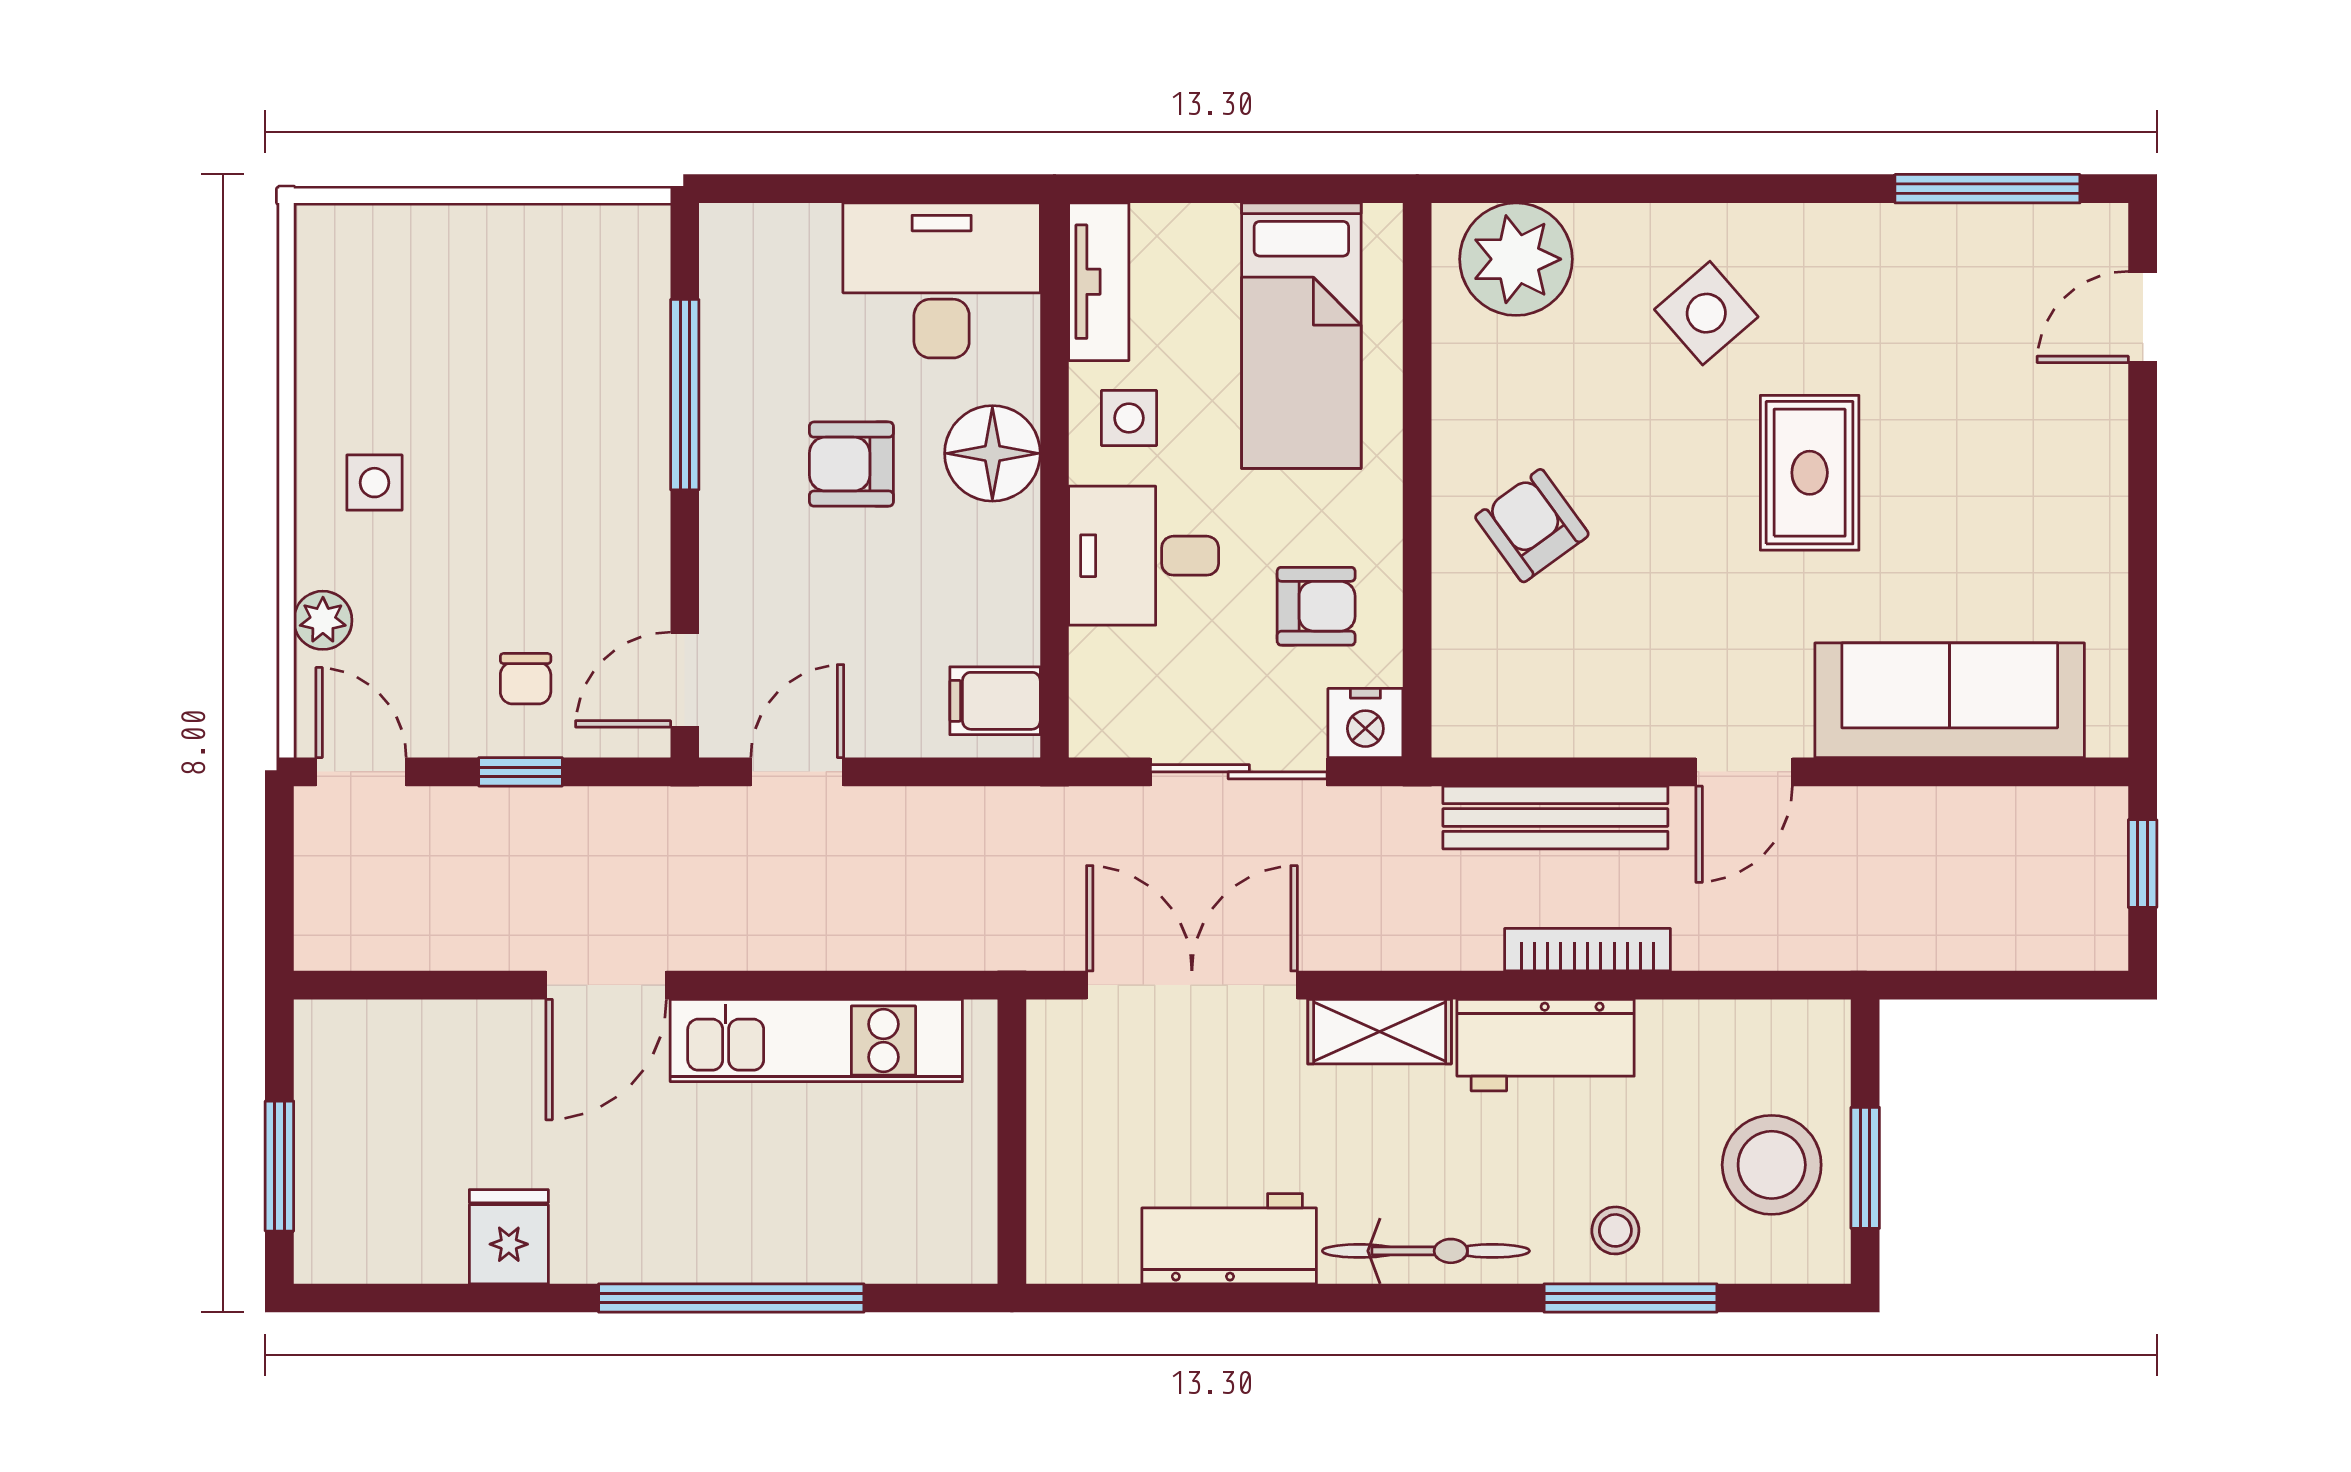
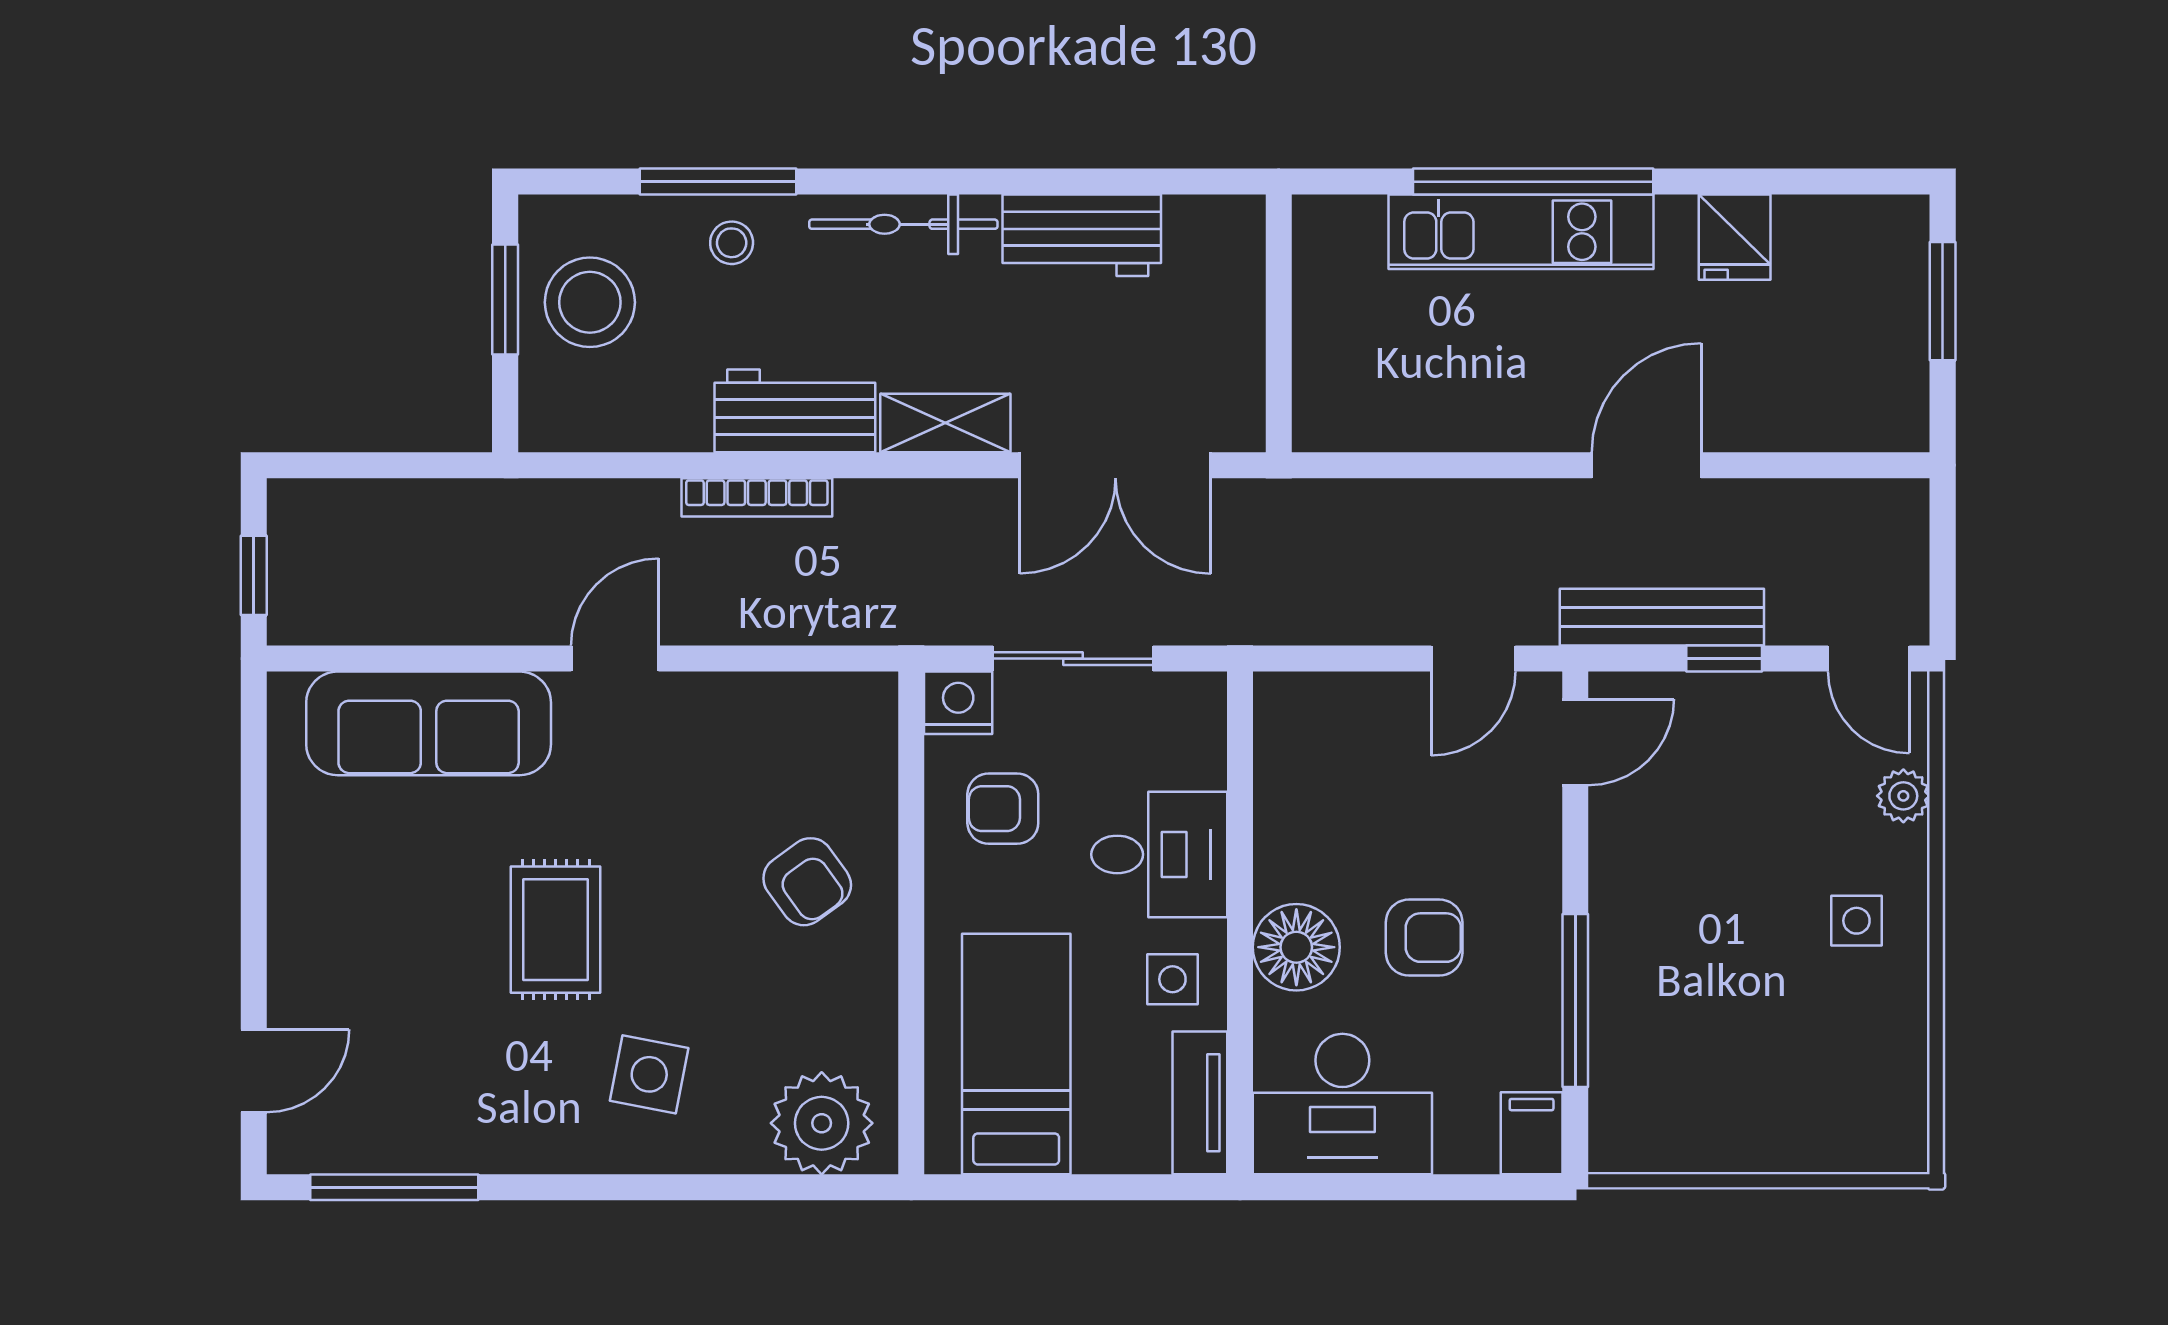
side table: (1706, 313) -> (649, 1074), turned -38
chair: (526, 679) -> (1719, 743), removed
filing cabinet: (995, 701) -> (1532, 1133), moved, turned -90
bench: (1555, 817) -> (1662, 617), moved
kitchen unit: (816, 1041) -> (1521, 232), moved, turned 180

